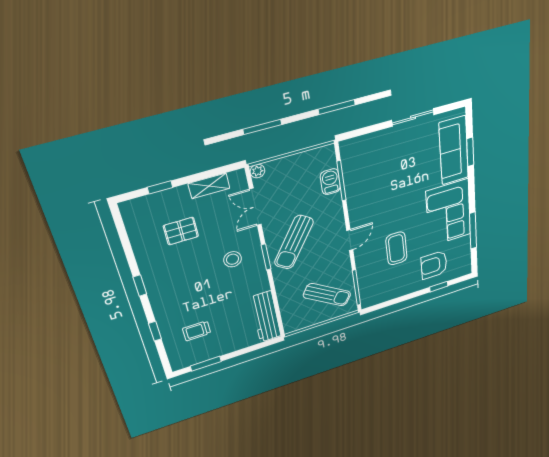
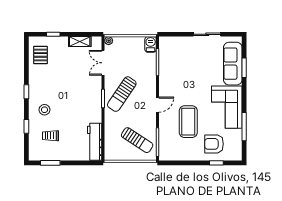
barbecue: (330, 182) -> (151, 44), moved
pallet: (181, 231) -> (40, 55), moved, turned 90
coffee table: (396, 248) -> (188, 122), width x1.36, depth x1.32
stool: (233, 259) -> (44, 110), moved

